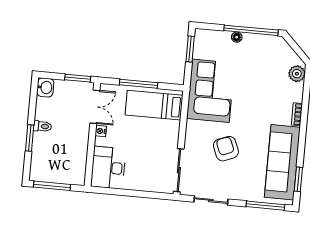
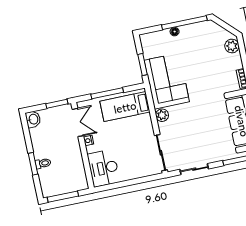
window: (190, 49) -> (142, 64), moved
toilet: (42, 126) -> (43, 163), moved
plant: (193, 128) -> (162, 115), added
armchair: (226, 149) -> (193, 124), removed

